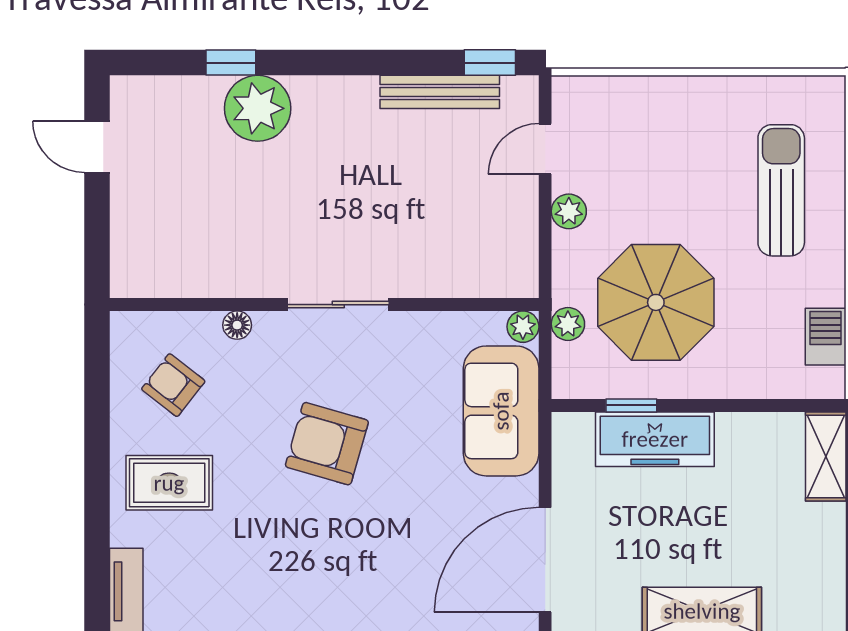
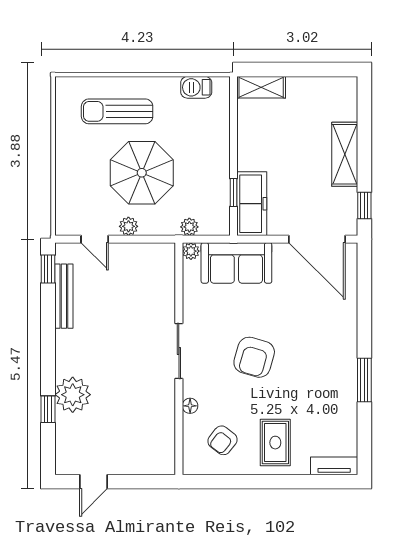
parasol: (656, 302) -> (142, 173), moved
freezer: (655, 439) -> (252, 204), moved

